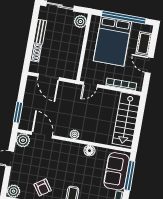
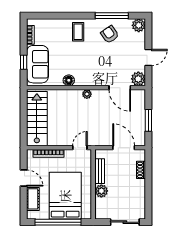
plant: (80, 22) -> (101, 191), moved
bench: (40, 32) -> (100, 171), moved
window: (18, 112) -> (148, 120), moved
window: (130, 176) -> (24, 62), width x0.46

